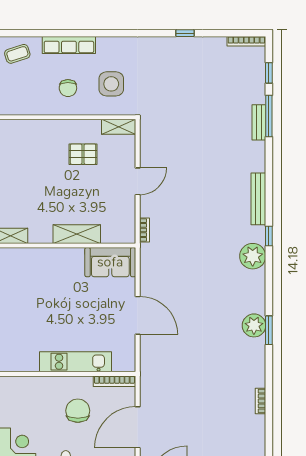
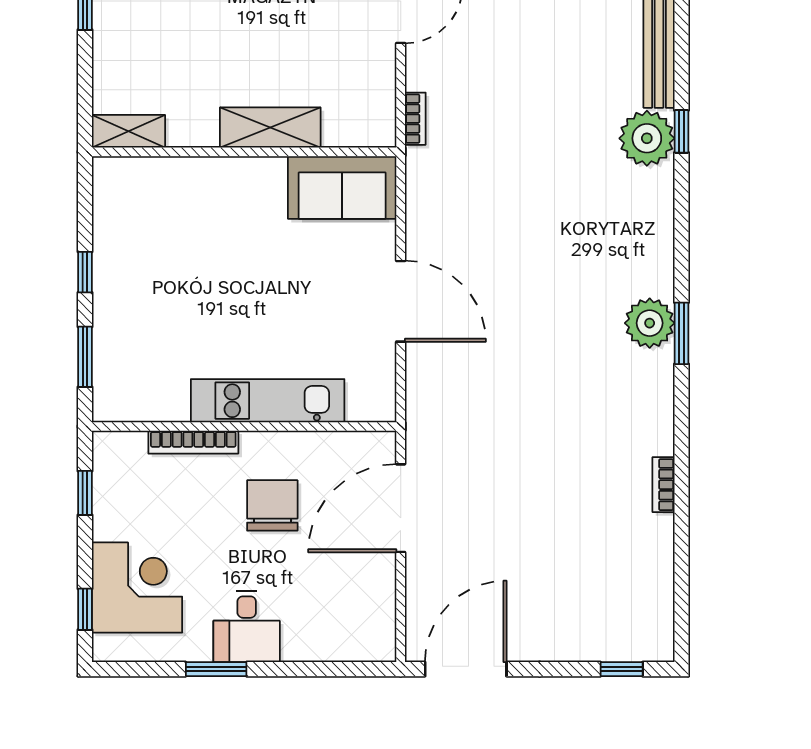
plant: (253, 256) -> (647, 138), moved
bookcase: (114, 381) -> (193, 442), moved
door: (138, 427) -> (401, 508), moved

